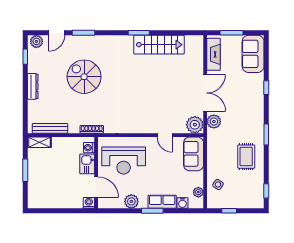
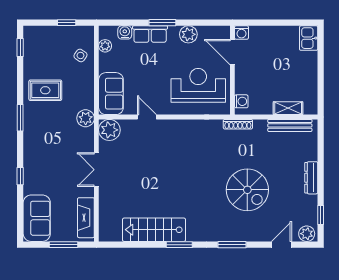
window: (83, 33) -> (232, 245), moved
double door: (205, 93) -> (96, 170), width x0.73
plant: (214, 122) -> (86, 118), moved
shelving: (39, 142) -> (288, 108), moved
rug: (246, 157) -> (45, 90), turned 90
kitchen sink: (87, 164) -> (309, 38), moved, turned 180
window: (25, 170) -> (321, 73), removed

